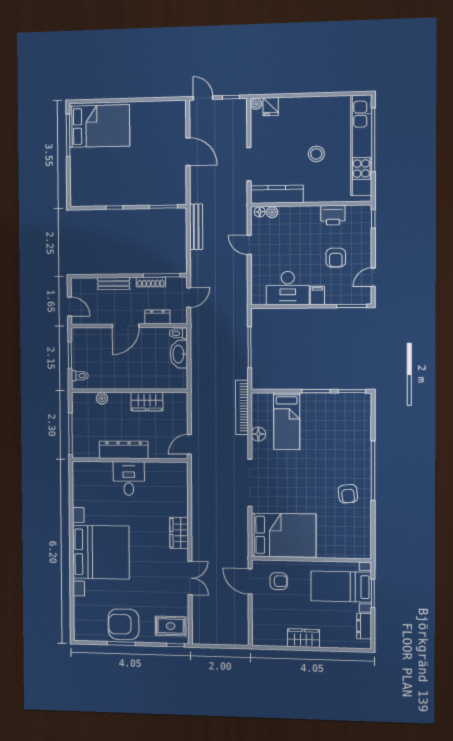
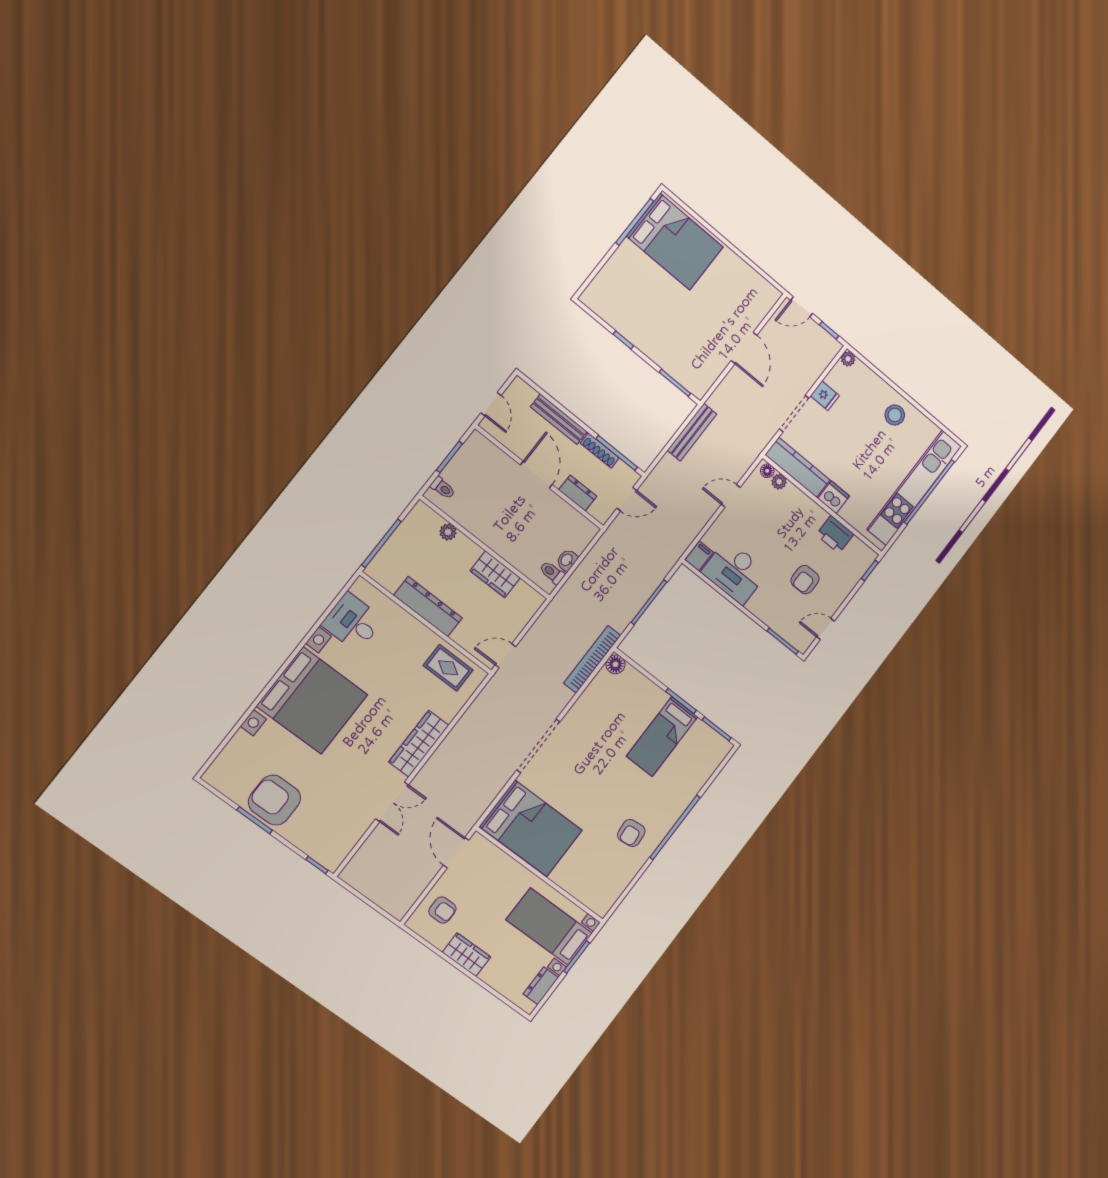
door: (203, 98) -> (802, 307), swing flipped
fridge: (271, 107) -> (825, 396), moved, turned -90
stool: (316, 154) -> (895, 415), moved
dishwasher: (314, 194) -> (834, 497), added
door: (249, 245) -> (731, 496), hinge flipped
bench: (114, 284) -> (559, 419), width x1.36
filing cabinet: (317, 295) -> (699, 556), moved
door: (126, 326) -> (536, 475), swing flipped
toilet: (178, 333) -> (552, 573), moved
washbasin: (179, 354) -> (567, 560), width x0.52, depth x0.69
bed: (287, 421) -> (662, 737), moved
floor lamp: (258, 434) -> (615, 664), moved
desk: (129, 478) -> (353, 622), moved, turned -90
wardrobe: (179, 533) -> (419, 744), width x1.50
armchair: (279, 581) -> (442, 910), moved
rug: (171, 626) -> (448, 668), moved

